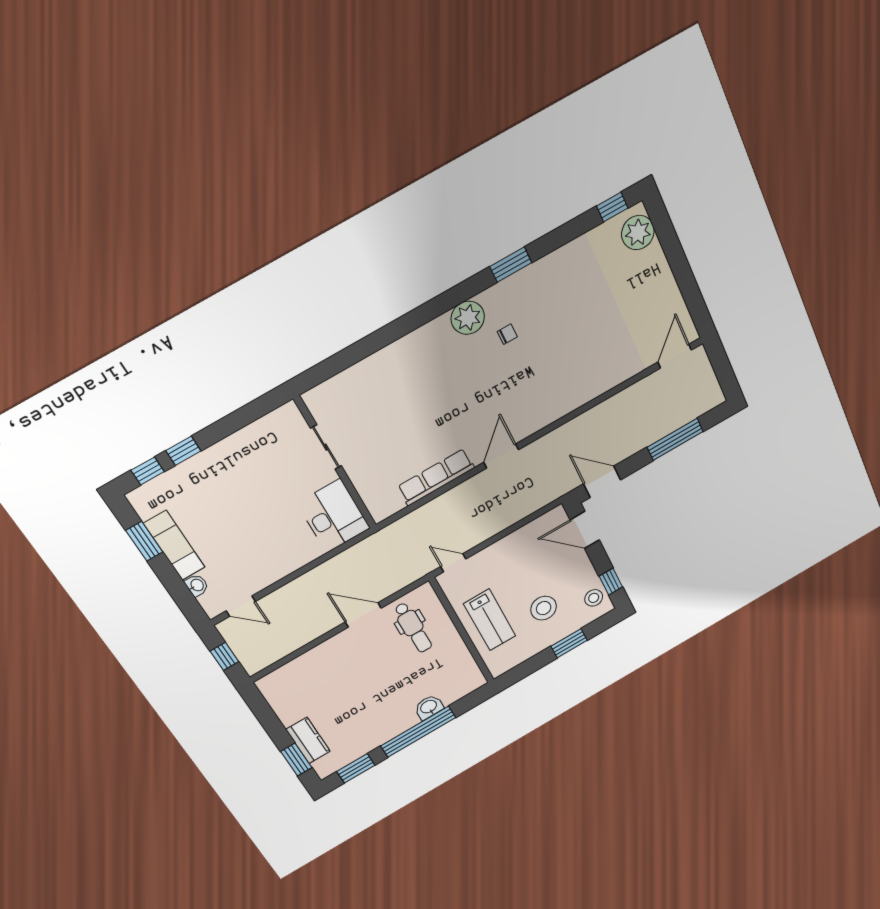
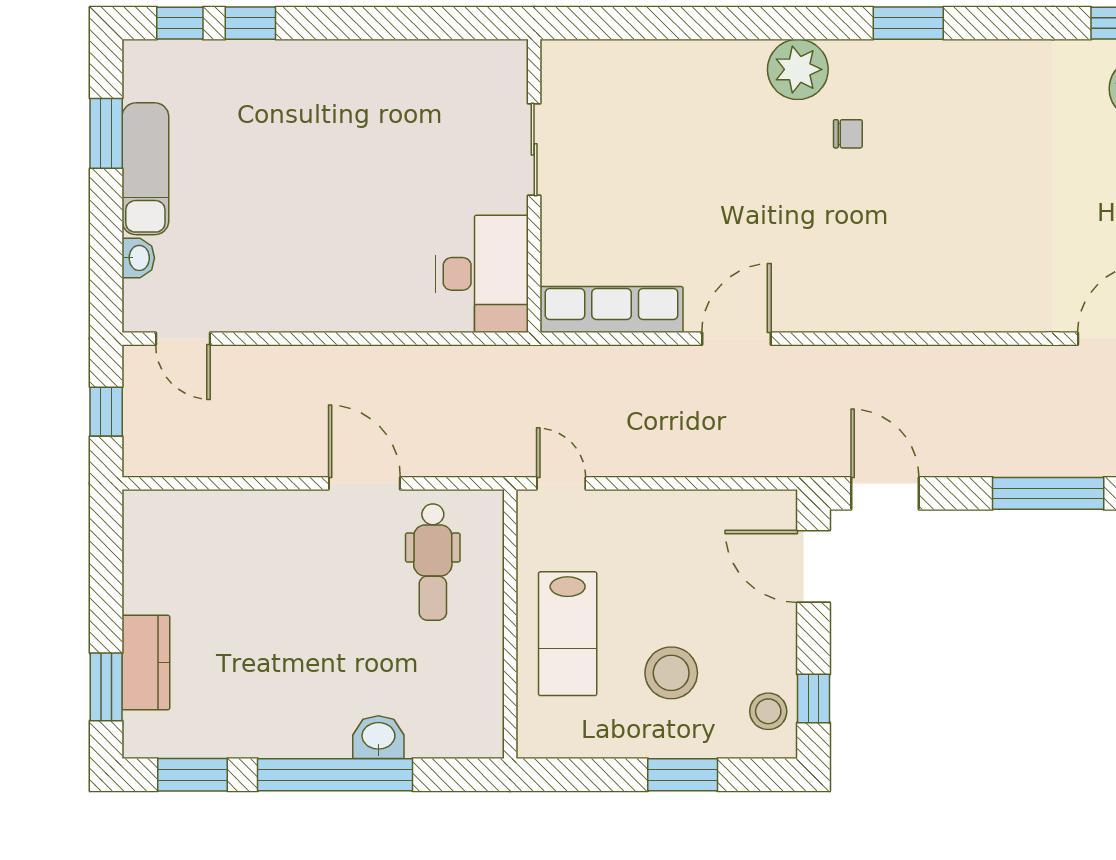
sliding door: (326, 447) -> (534, 149), moved
wall: (336, 463) -> (534, 186), moved
desk: (334, 516) -> (482, 274), moved

